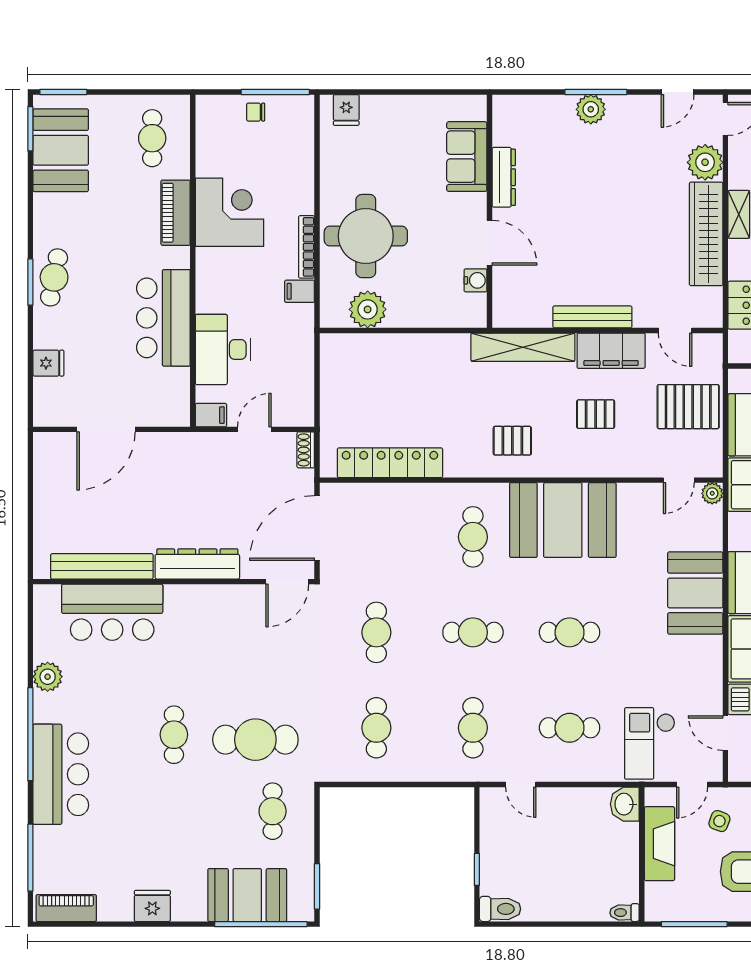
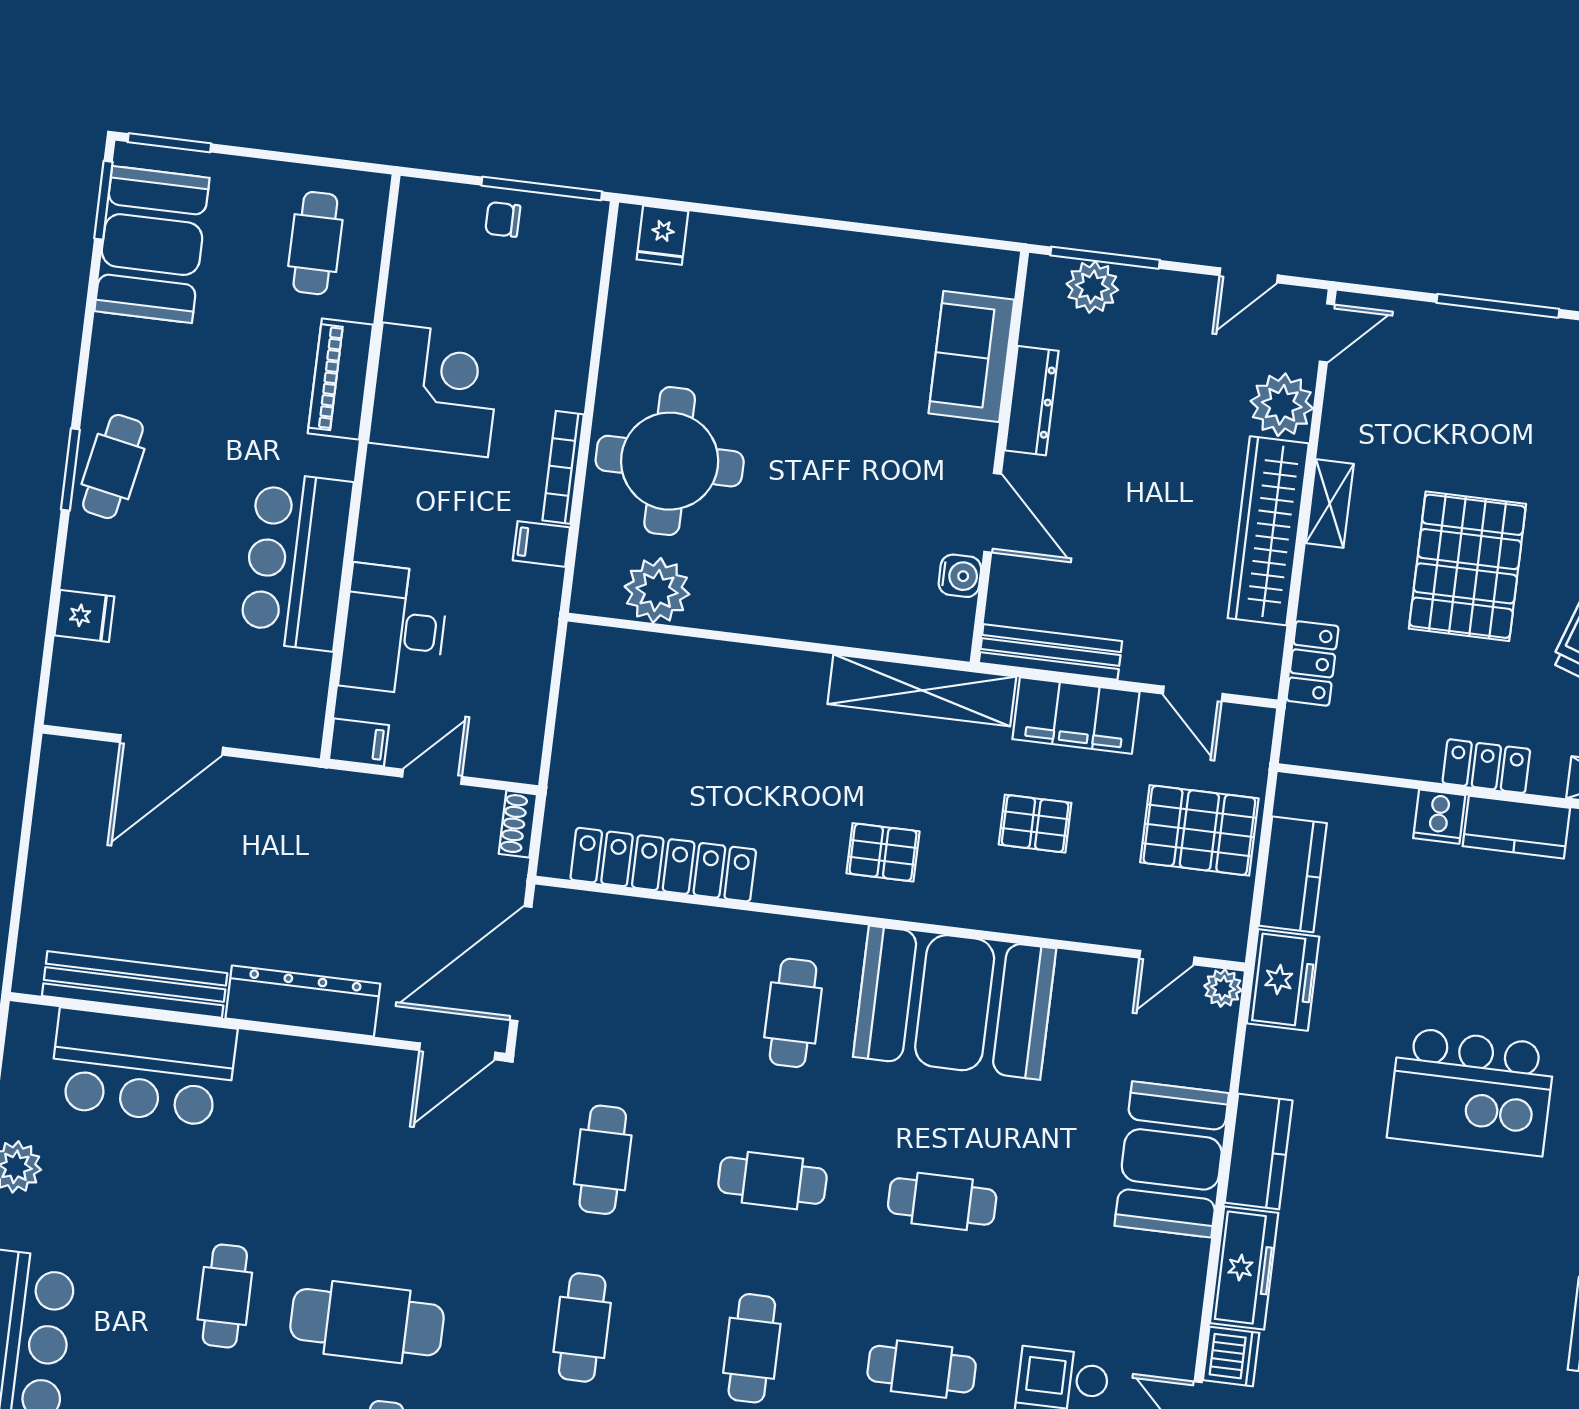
sofa: (467, 157) -> (971, 356), moved
dresser: (504, 177) -> (1032, 401), moved
wall: (490, 211) -> (999, 457), moved
door: (490, 243) -> (993, 513), moved
water cooler: (476, 280) -> (960, 576), moved

